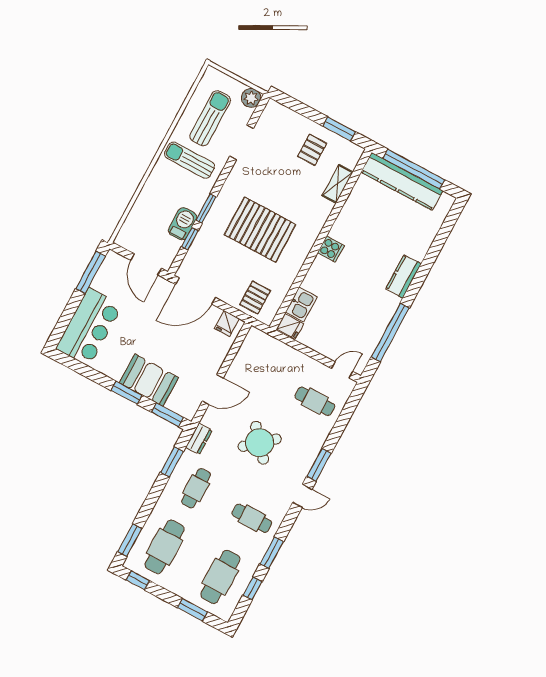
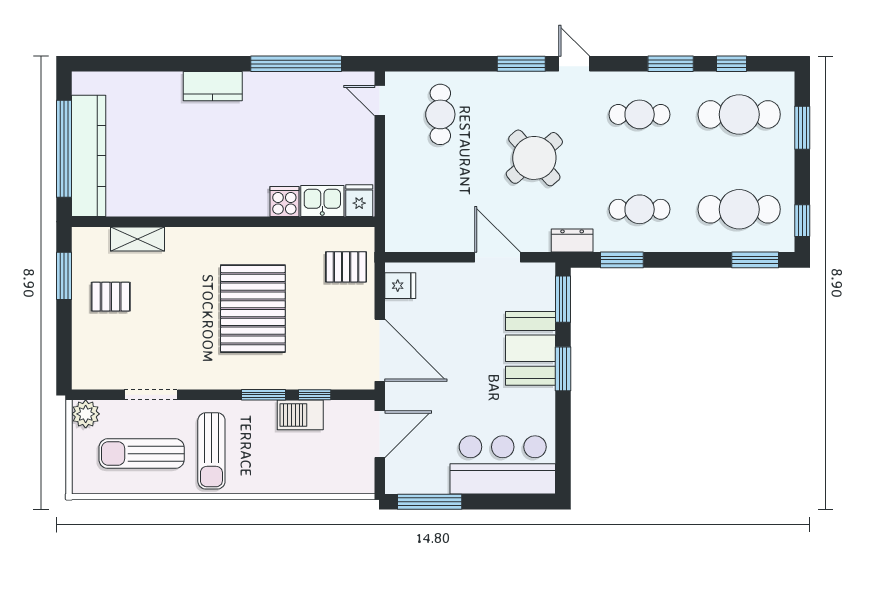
cooker: (331, 249) -> (284, 201), moved
cafe table: (252, 518) -> (640, 114), turned 90

